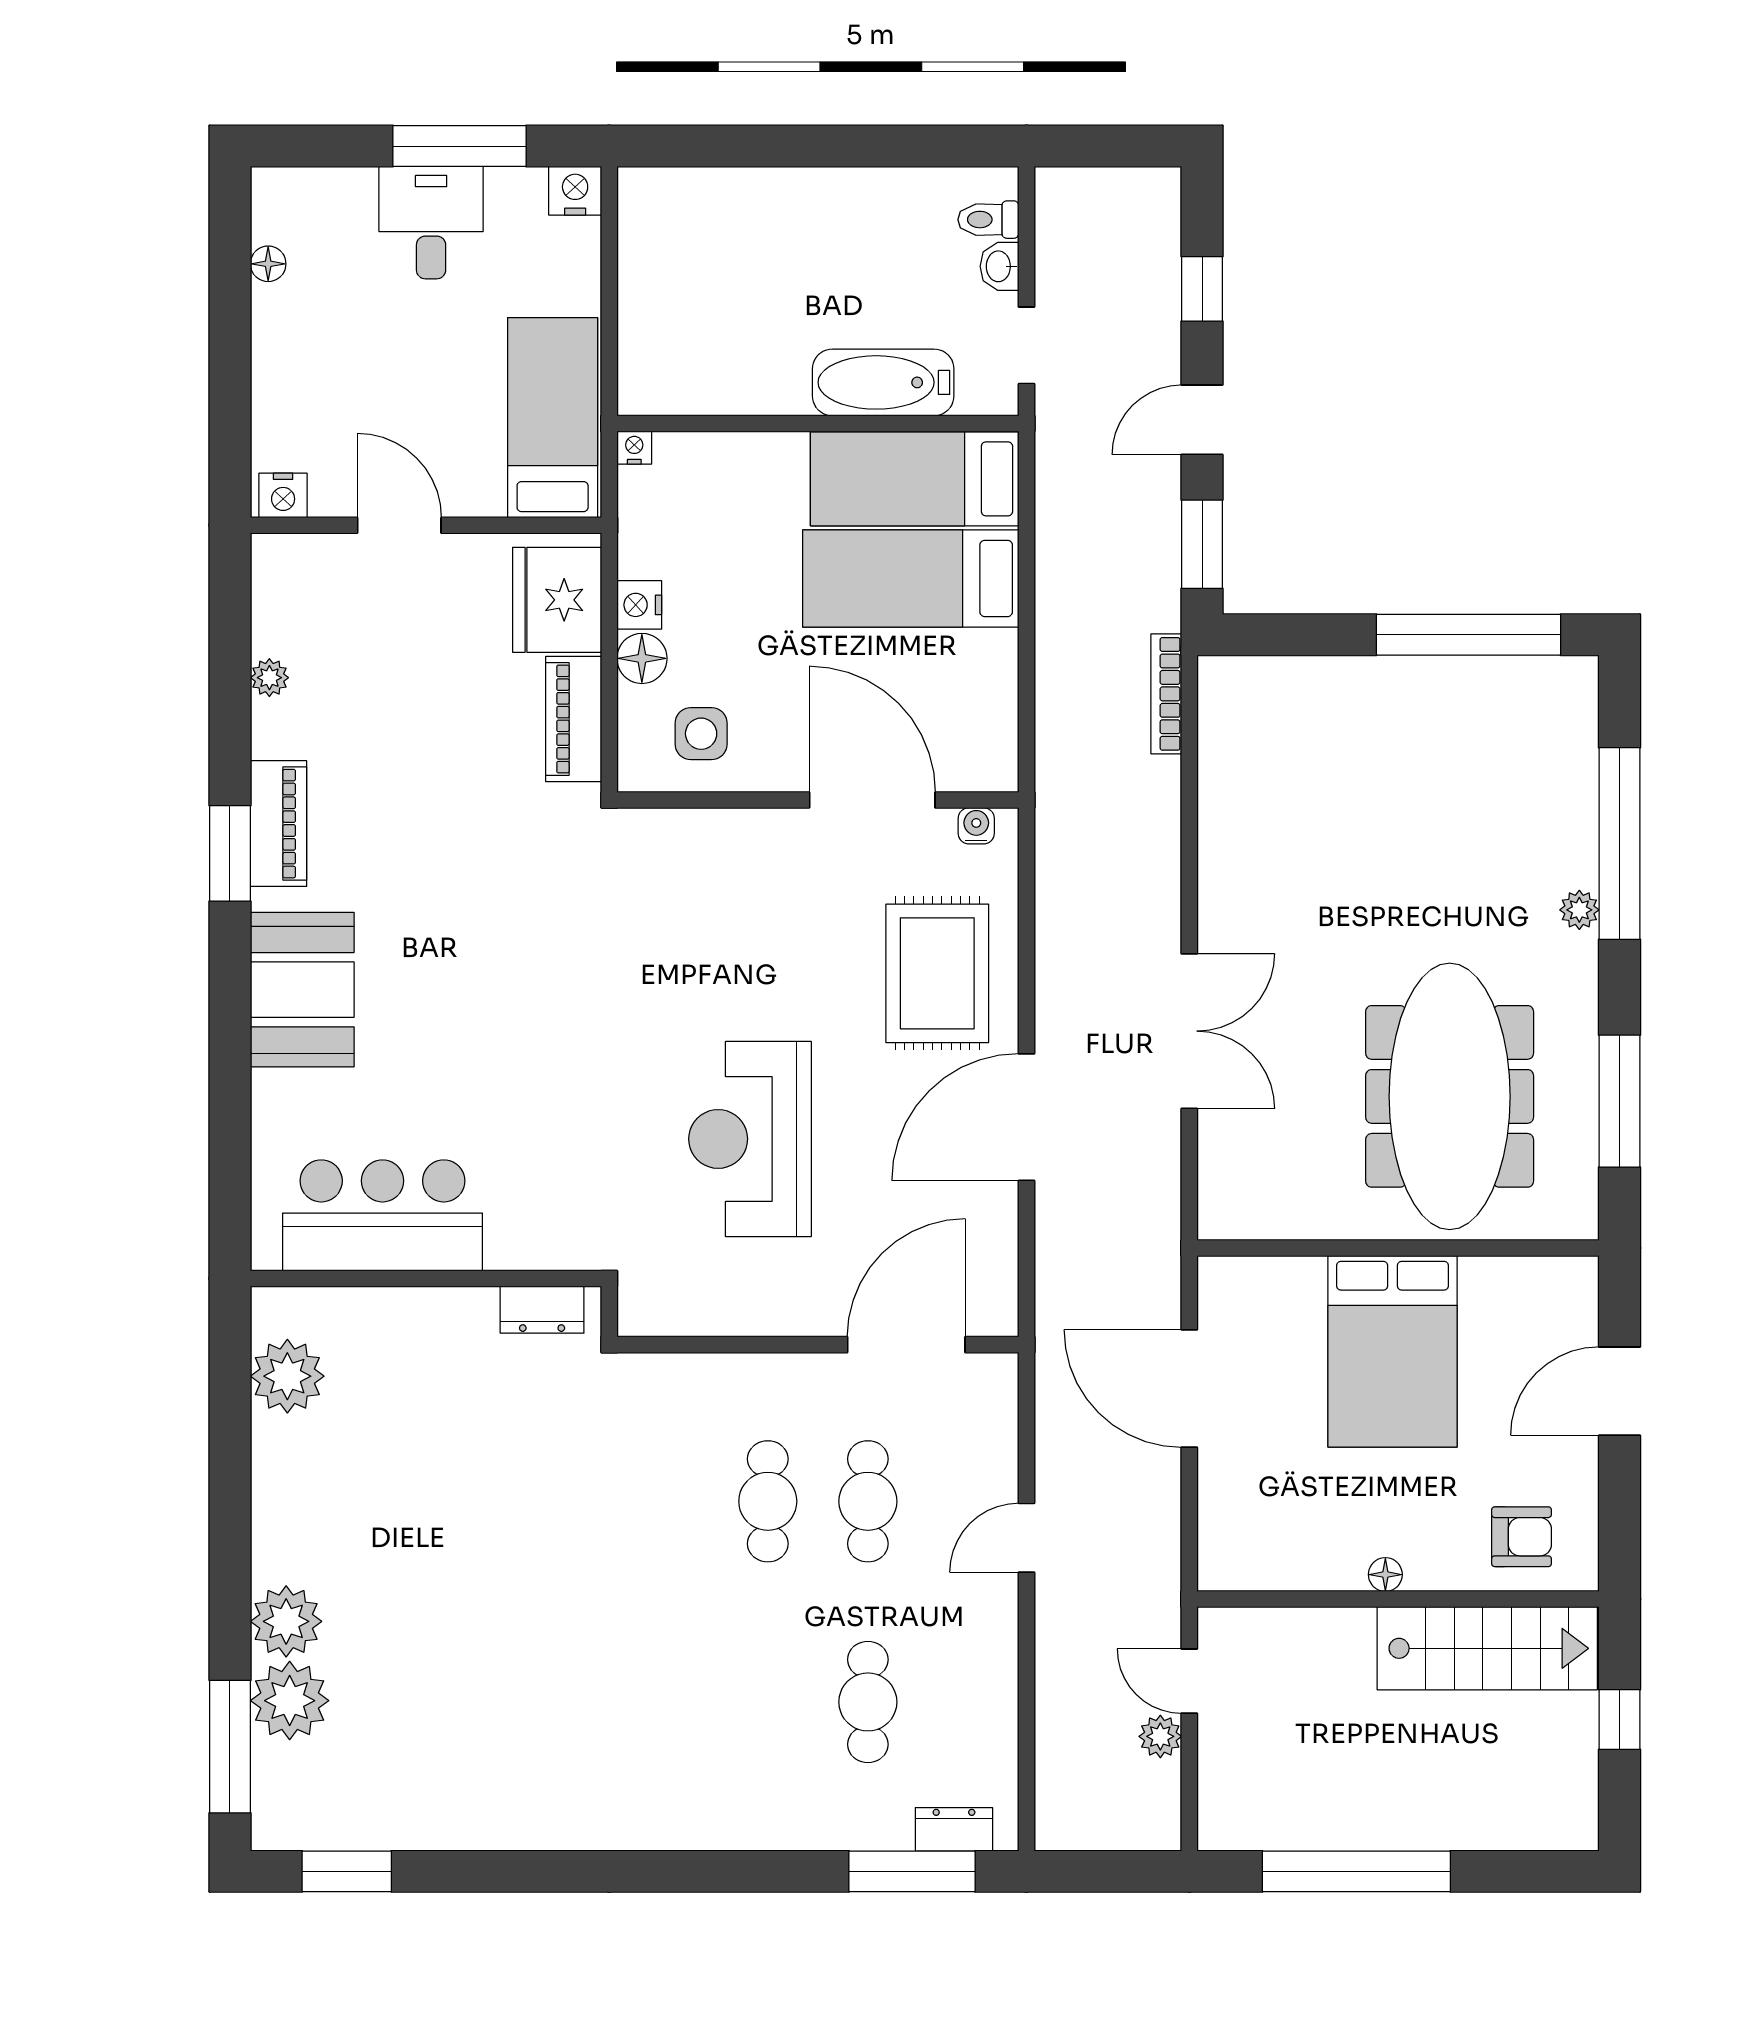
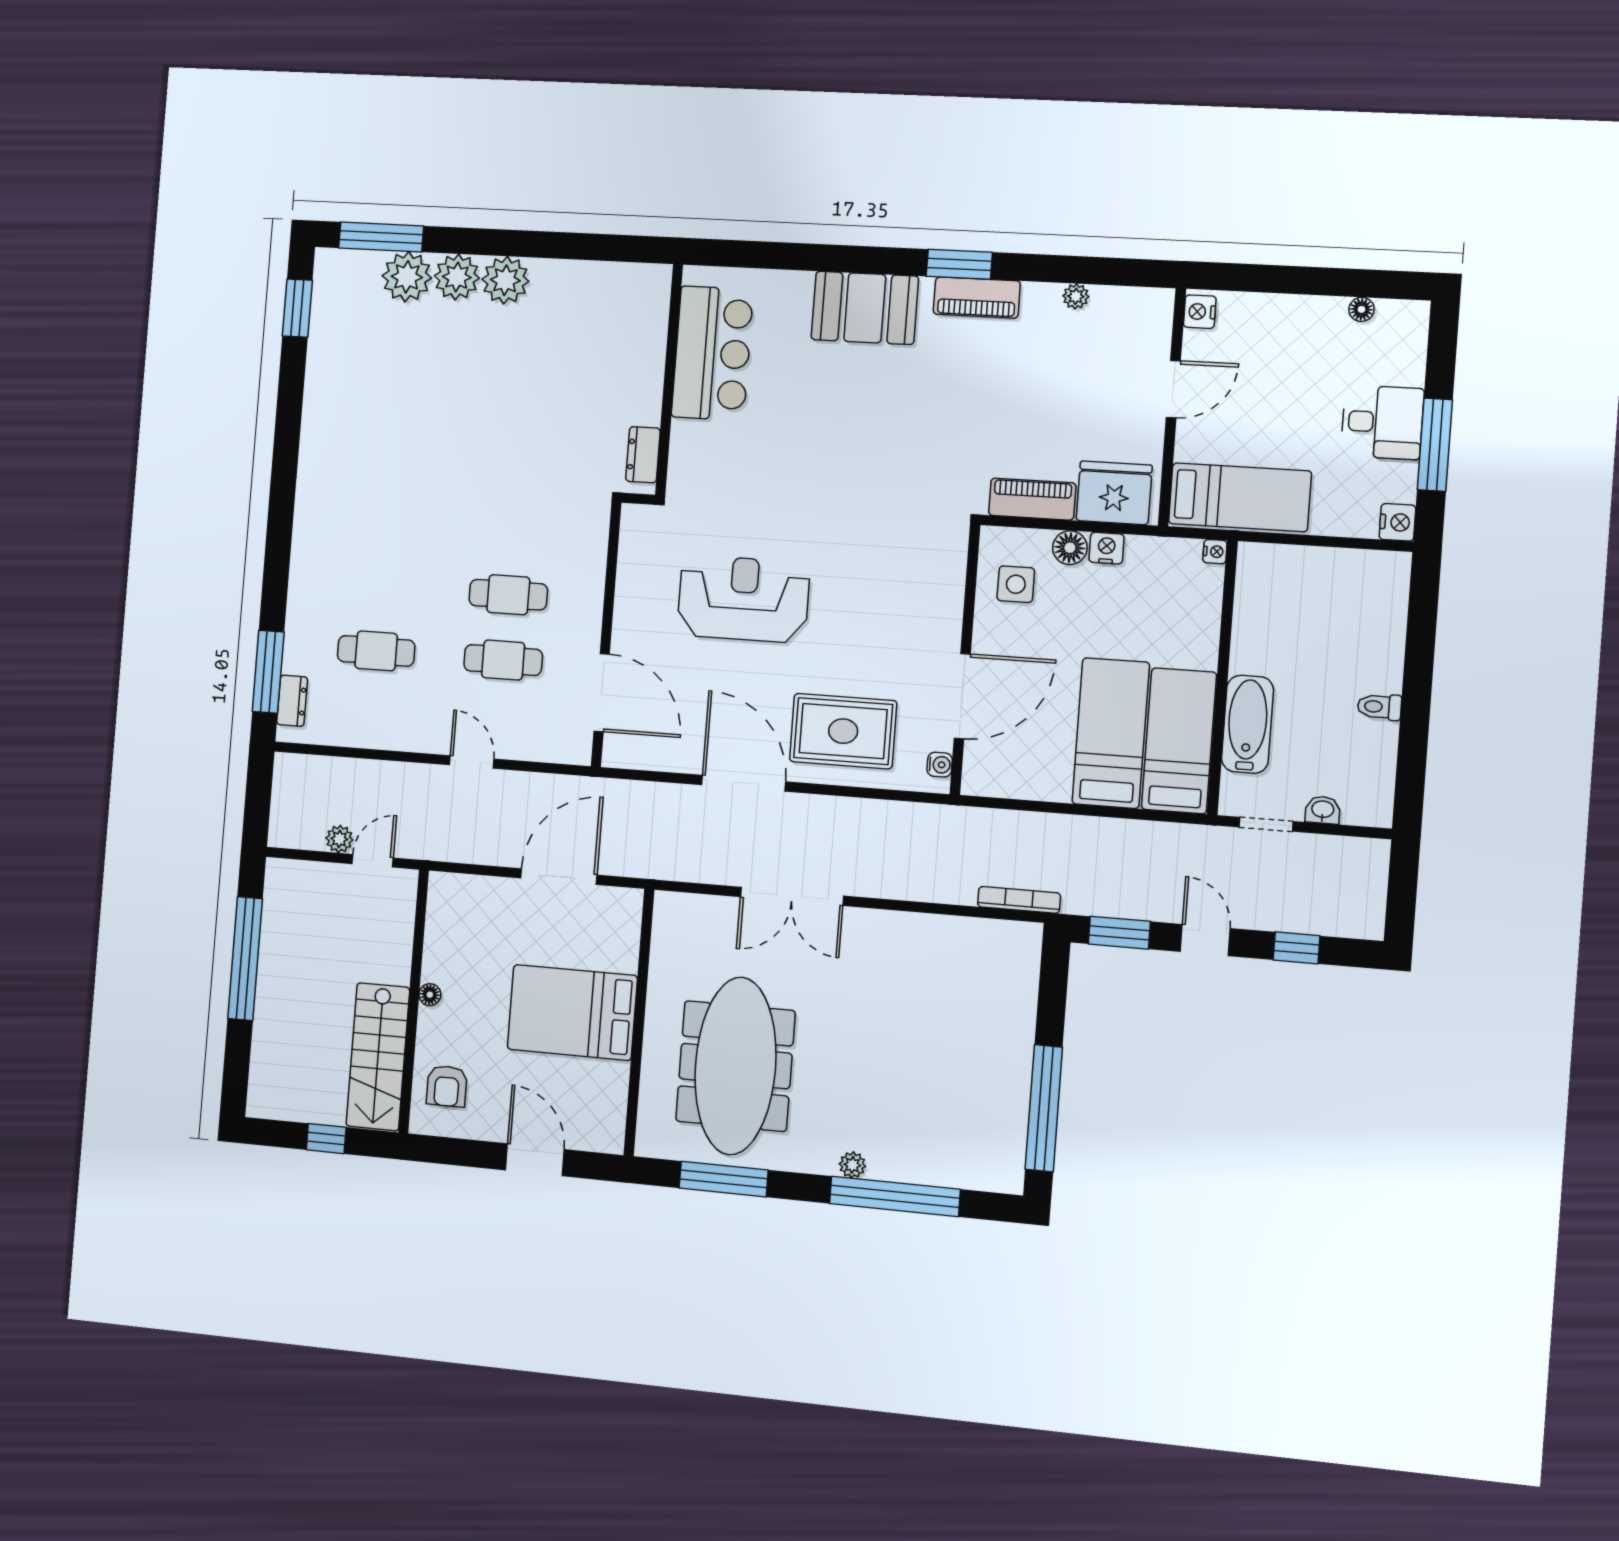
toilet: (988, 220) -> (1379, 707), moved, turned -90
meeting table: (1450, 1096) -> (735, 1066), turned 90
plant: (287, 1376) -> (505, 280), moved

